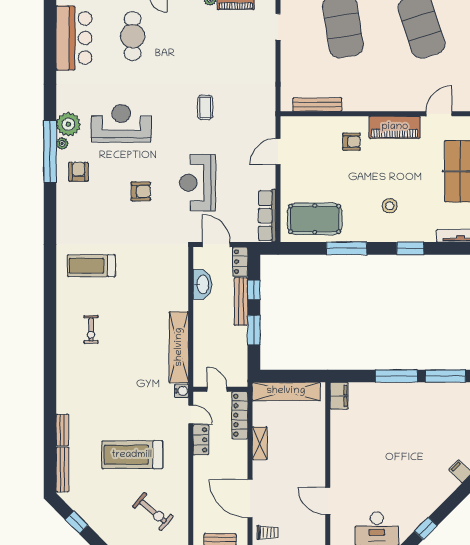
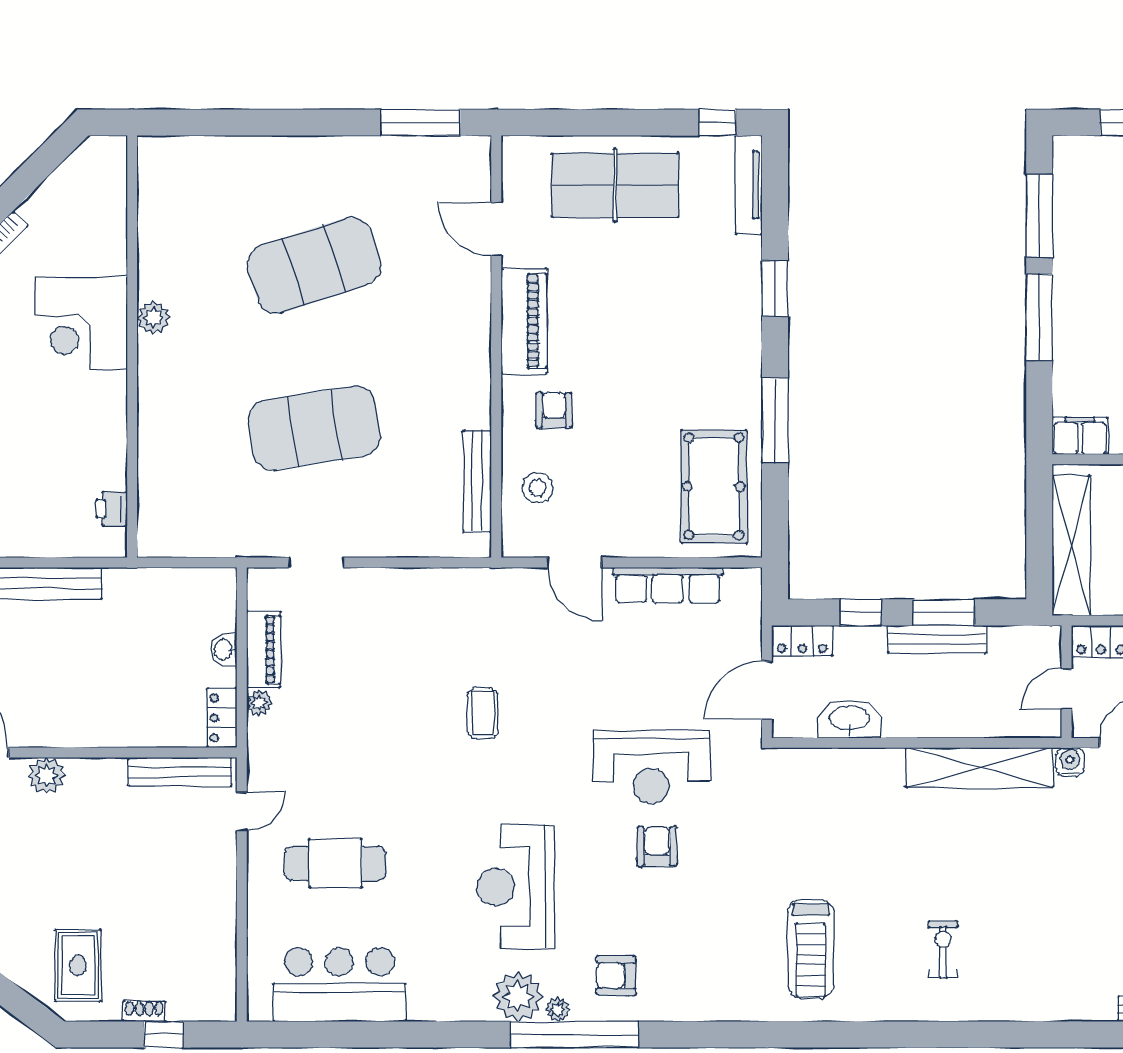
coffee table: (205, 107) -> (483, 713), turned 90
reception desk: (198, 183) -> (651, 767), moved
stool: (390, 206) -> (538, 488), moved
row of seats: (267, 216) -> (668, 585), moved
bench: (241, 301) -> (937, 639), moved
exercise bike: (91, 330) -> (943, 949), turned -90

